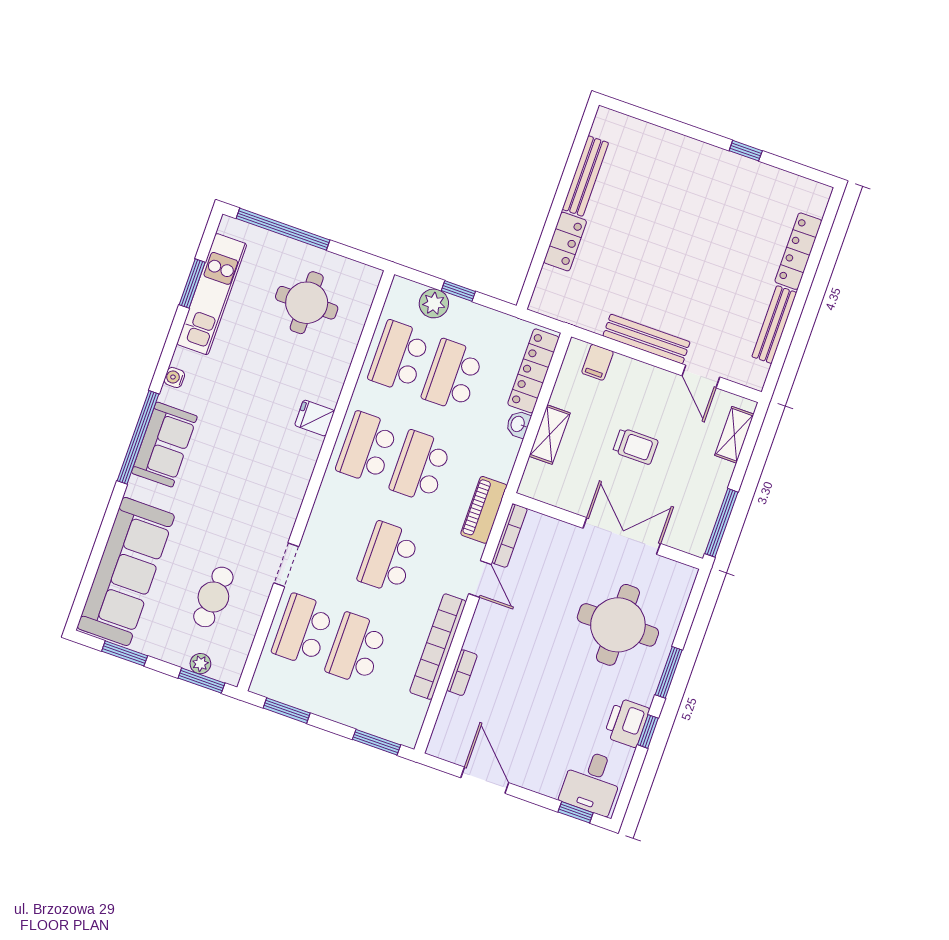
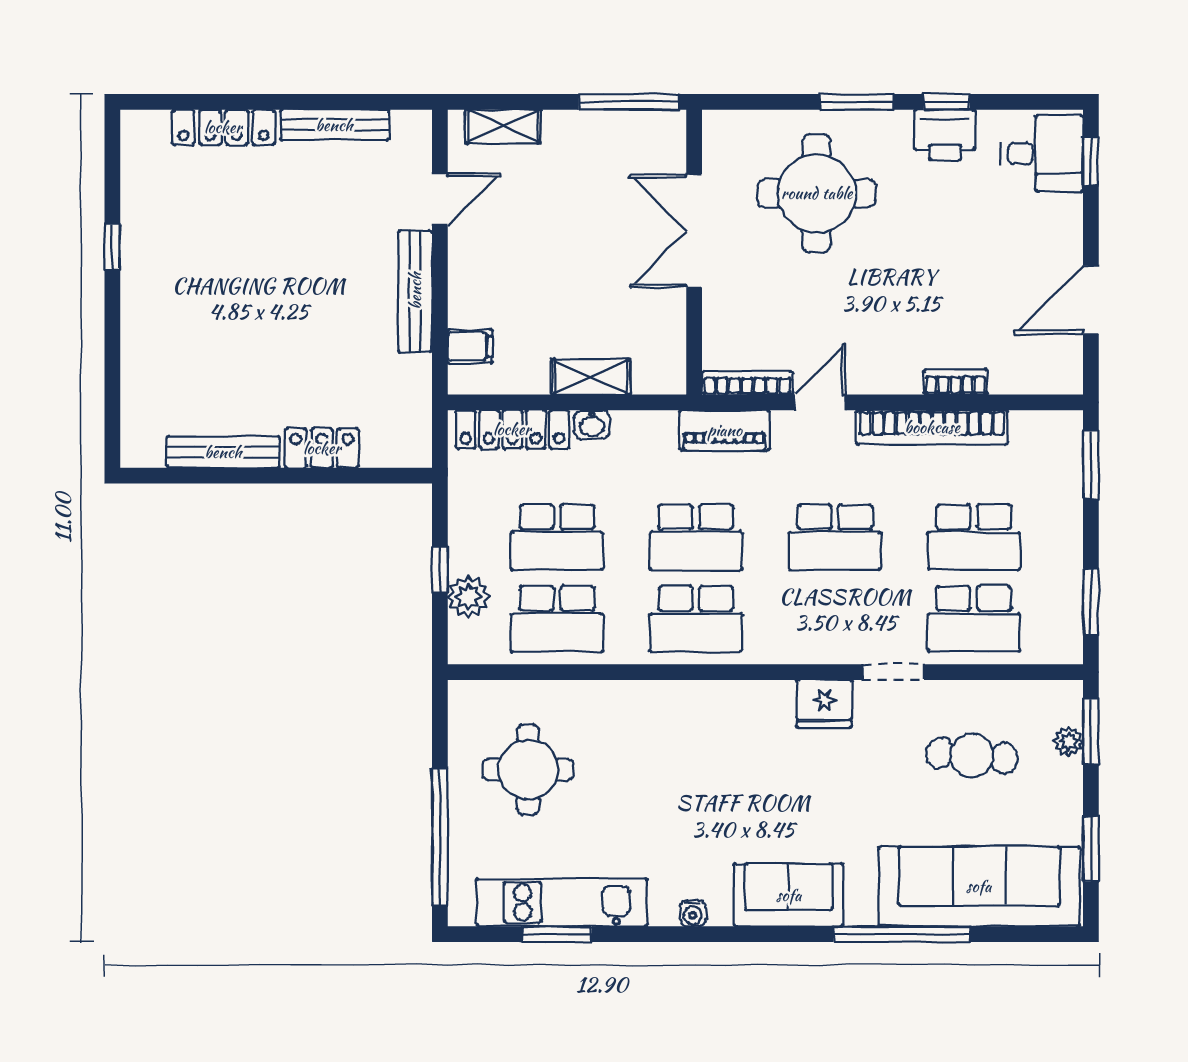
fridge: (315, 418) -> (824, 704), moved, width x1.38
window: (138, 437) -> (902, 934), moved
trolley: (635, 446) -> (566, 255), removed

